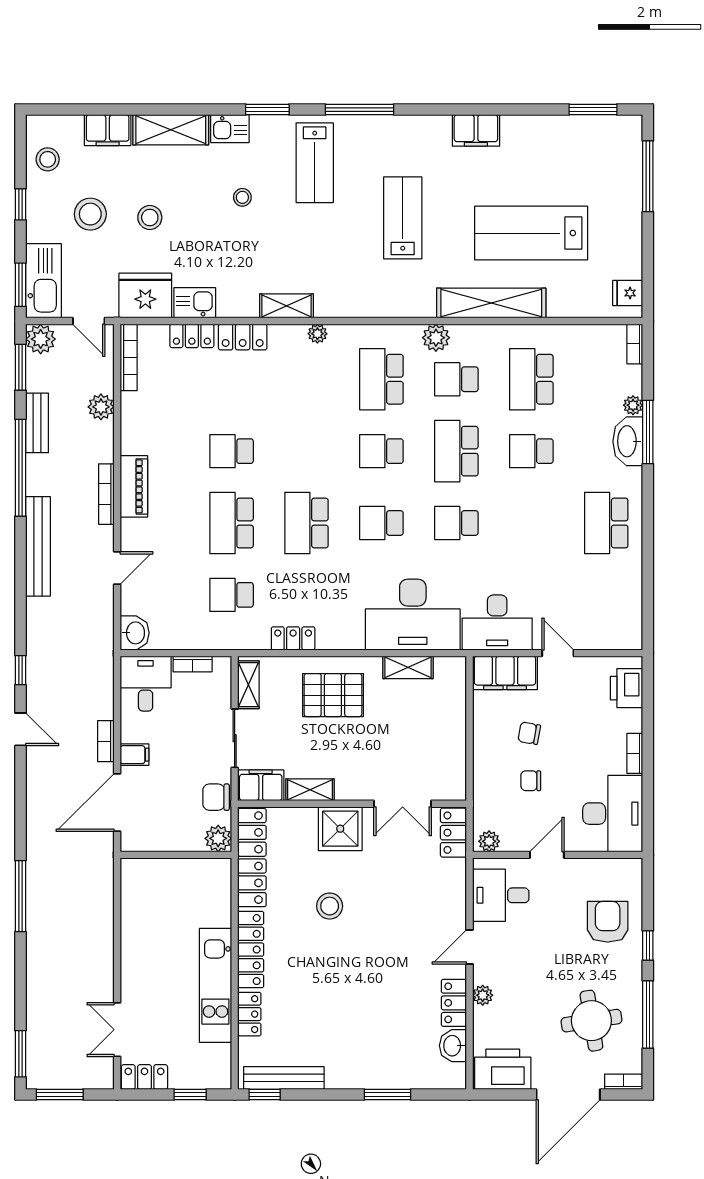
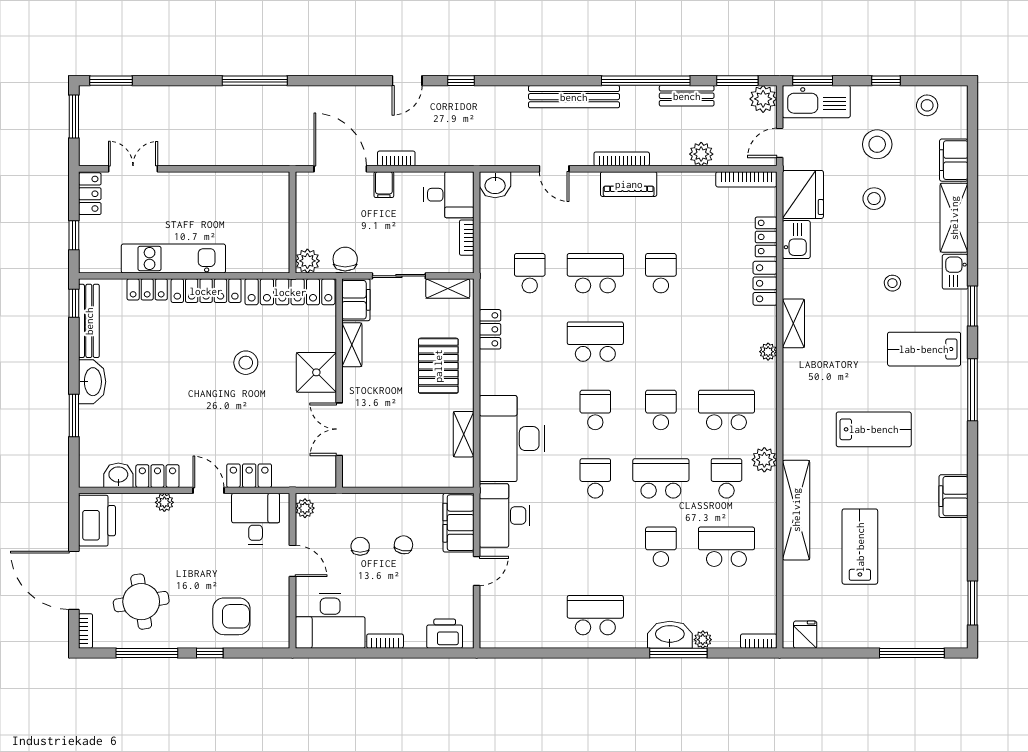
lab bench: (531, 233) -> (860, 547), width x0.73, depth x0.72
locker: (453, 833) -> (249, 476), moved
washbasin: (350, 1074) -> (92, 382), added

